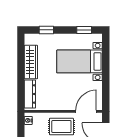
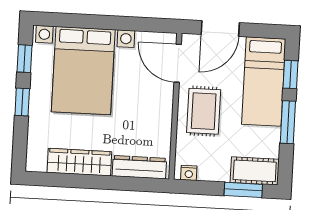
window: (46, 30) -> (22, 102), moved
bed with nightstands: (80, 61) -> (83, 71), width x1.36

